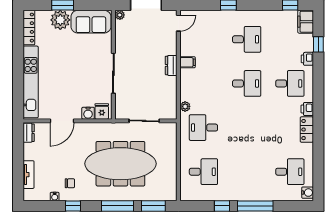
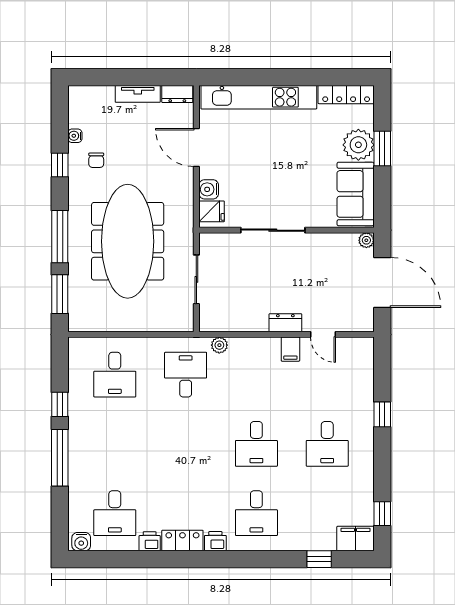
door: (178, 23) -> (323, 334), moved
printer: (307, 59) -> (150, 541), moved
tv unit: (29, 175) -> (138, 94), moved

